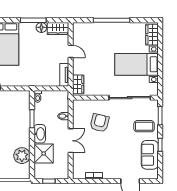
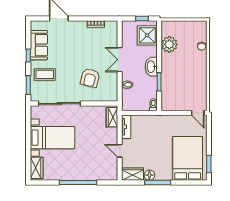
shower: (44, 153) -> (147, 35), moved

